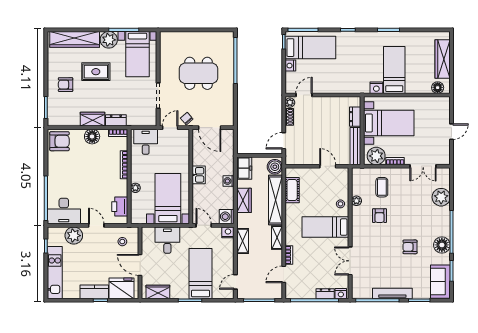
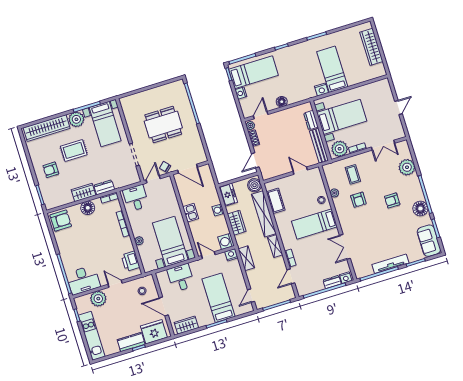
floor lamp: (438, 88) -> (282, 102), moved
armchair: (410, 247) -> (392, 200), moved

